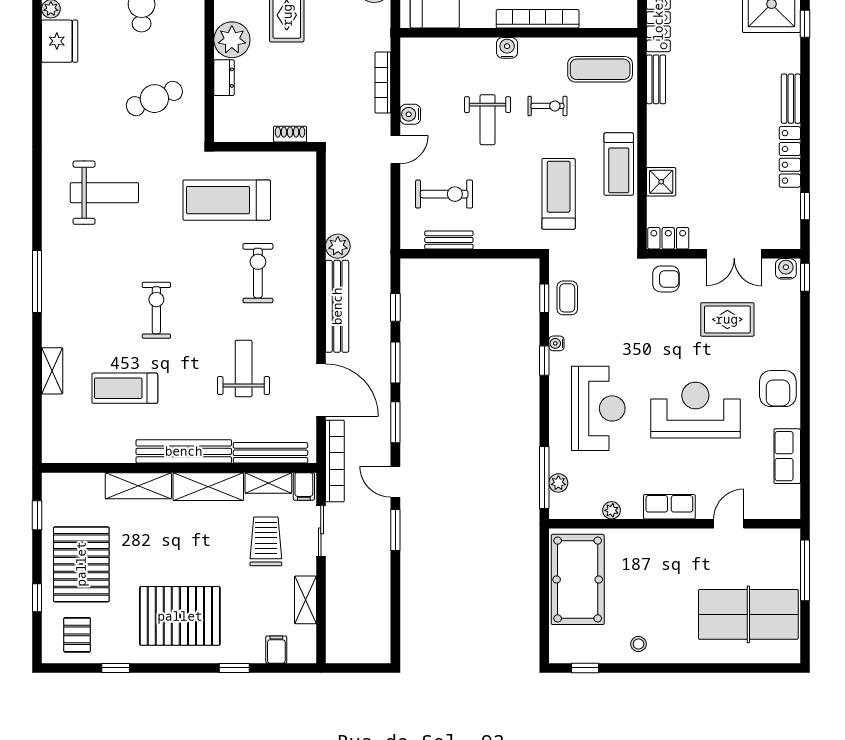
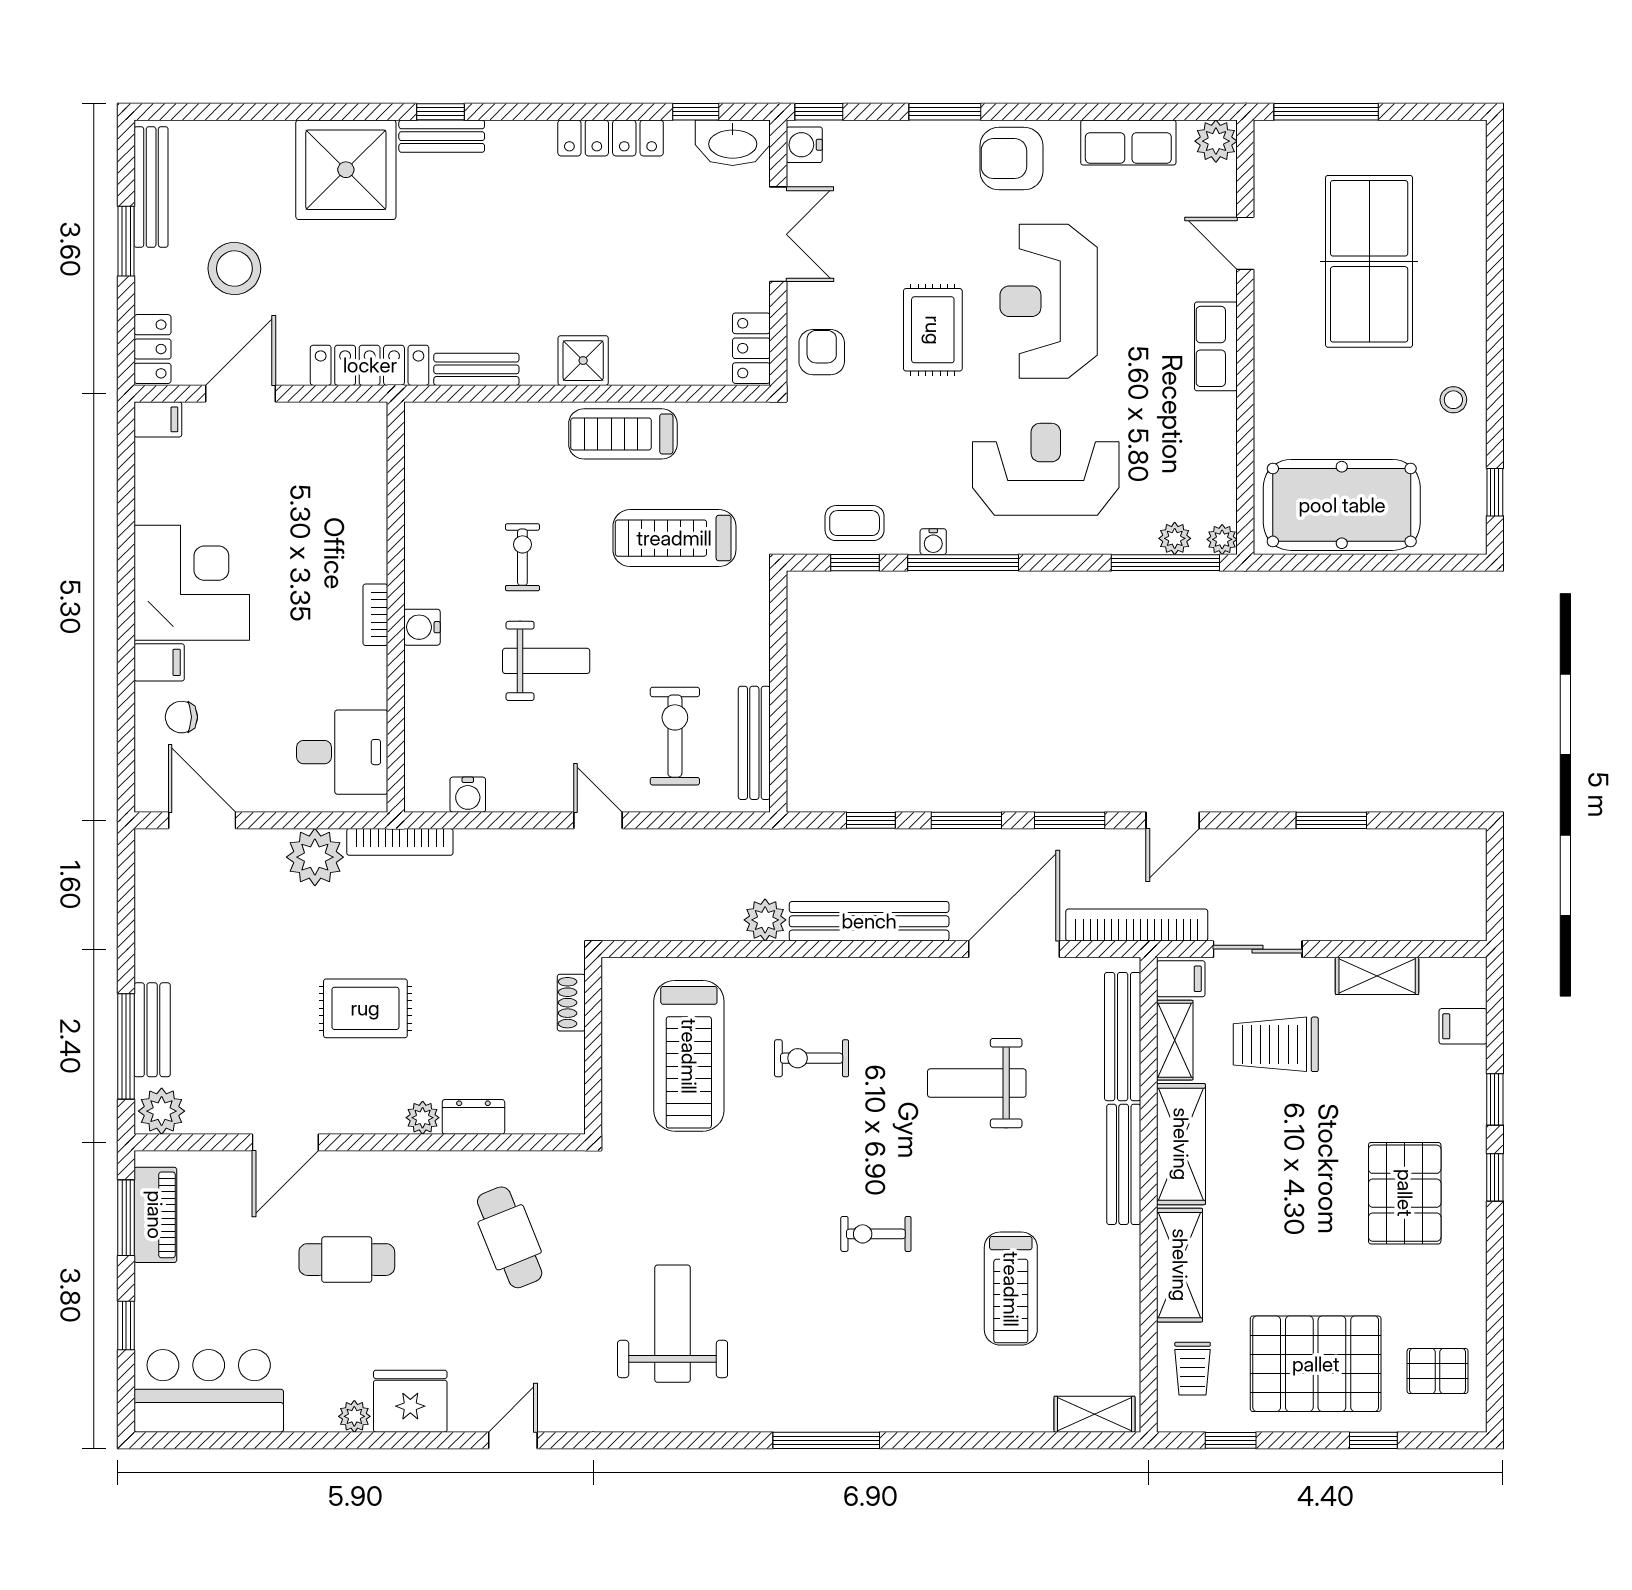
bookcase: (538, 19) -> (375, 615), width x0.43, depth x0.76
window: (805, 24) -> (440, 112), moved
plant: (232, 40) -> (423, 1118), width x0.53, depth x0.53
exercise mat: (600, 69) -> (459, 466), removed
bookcase: (383, 83) -> (400, 842), moved
bench: (791, 99) -> (442, 136), moved
door: (37, 100) -> (513, 1440), added
water cooler: (410, 114) -> (468, 795), moved
treadmill: (619, 164) -> (623, 434), turned 180
shower: (661, 182) -> (583, 361), moved
treadmill: (227, 200) -> (689, 1056), moved
washbasin: (787, 227) -> (733, 143), added
bench: (449, 240) -> (754, 743), width x1.36
exercise bike: (258, 273) -> (812, 1058), width x0.73, depth x0.72
exercise bike: (156, 310) -> (876, 1234), width x0.73, depth x0.72
rug: (727, 319) -> (933, 330), moved
window: (805, 350) -> (945, 112), added
window: (544, 361) -> (963, 563), width x2.17
shelving: (52, 371) -> (1095, 1414), moved
armchair: (778, 389) -> (1011, 159), turned 180
bench: (184, 451) -> (1124, 1164), width x0.73, depth x0.82
trolley: (78, 493) -> (1193, 1369), added
plant: (788, 507) -> (1216, 141), added
plant: (612, 510) -> (1222, 539), moved
window: (395, 530) -> (1331, 820), moved
table tennis table: (748, 614) -> (1369, 261), moved
pallet: (180, 616) -> (1405, 1193), width x0.73, depth x0.71
window: (116, 668) -> (1495, 1177), moved

